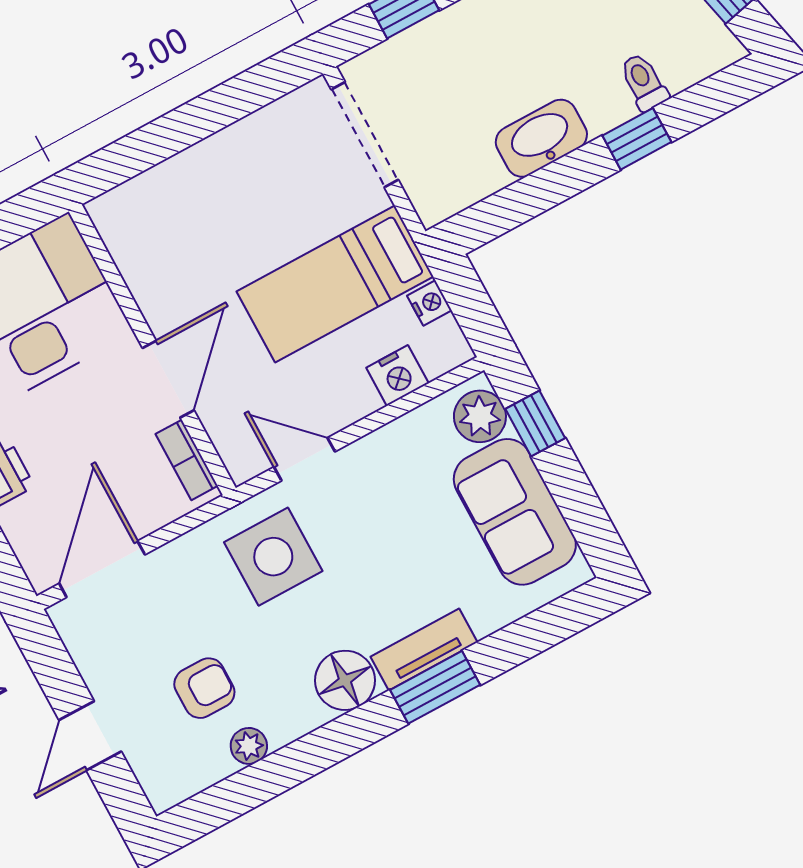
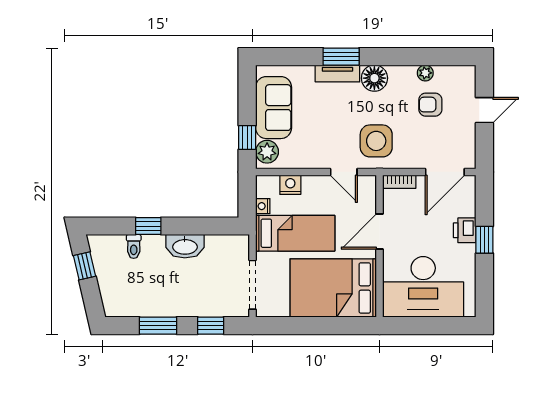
bed: (200, 216) -> (333, 288), added
bookcase: (187, 460) -> (399, 182), moved, turned 90

